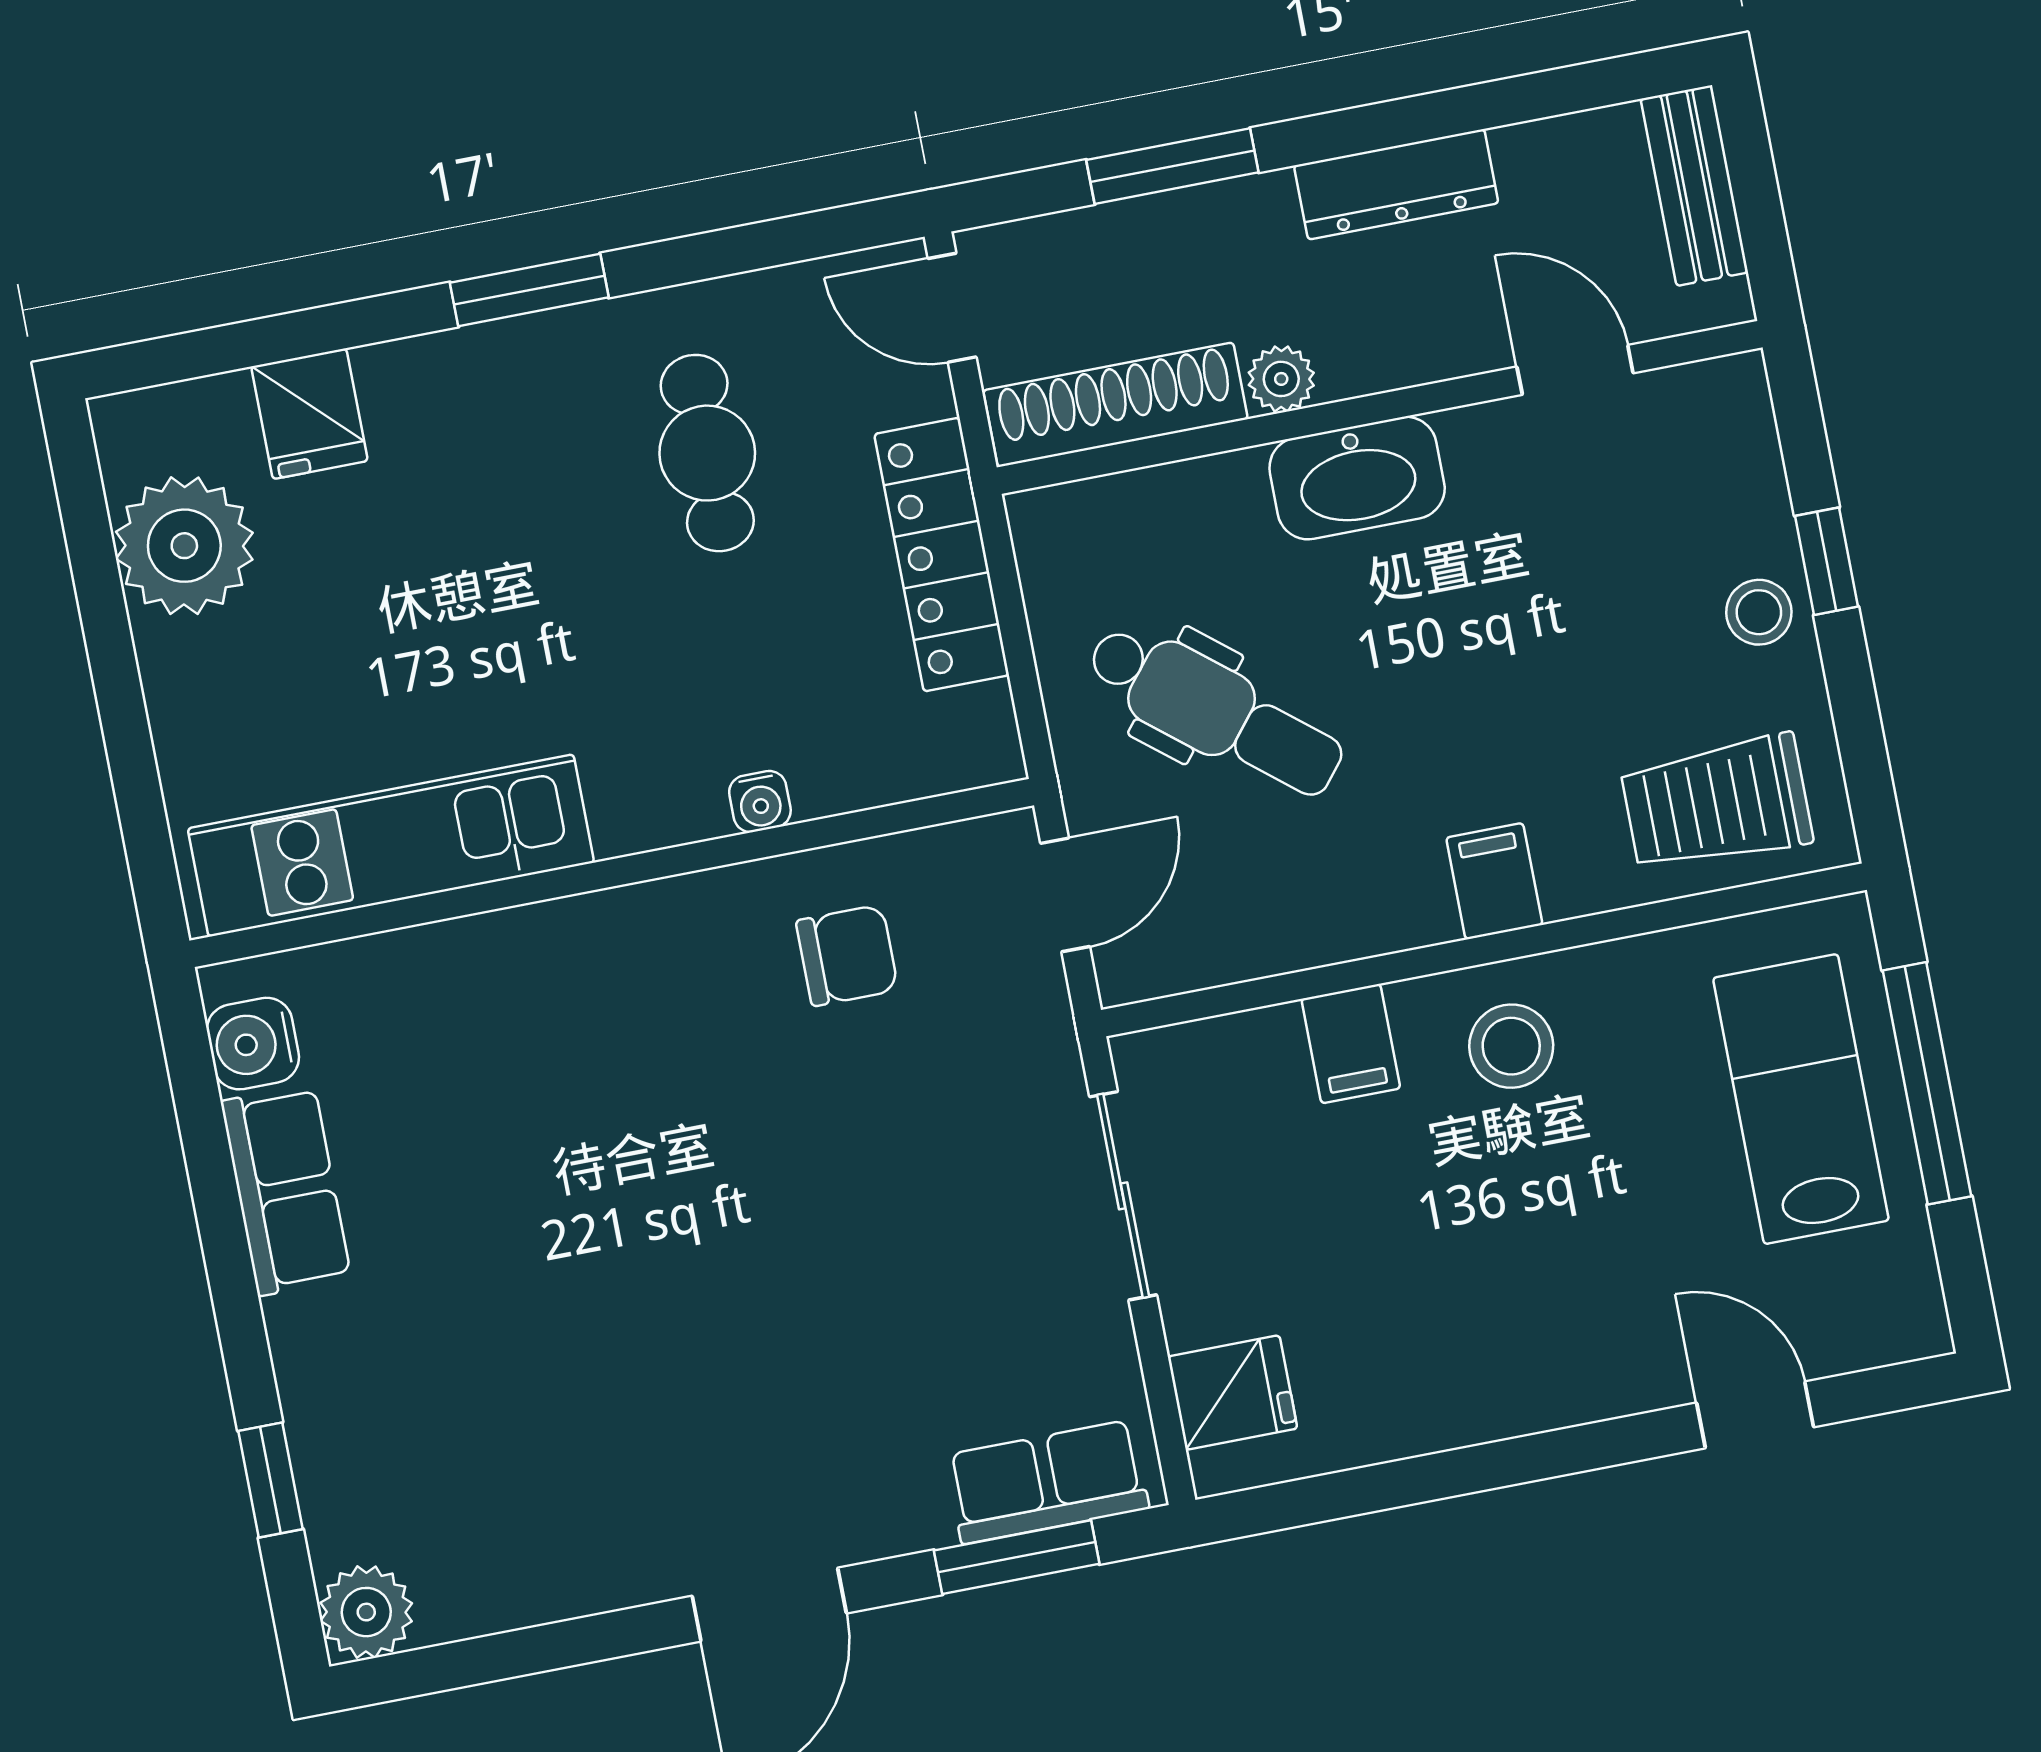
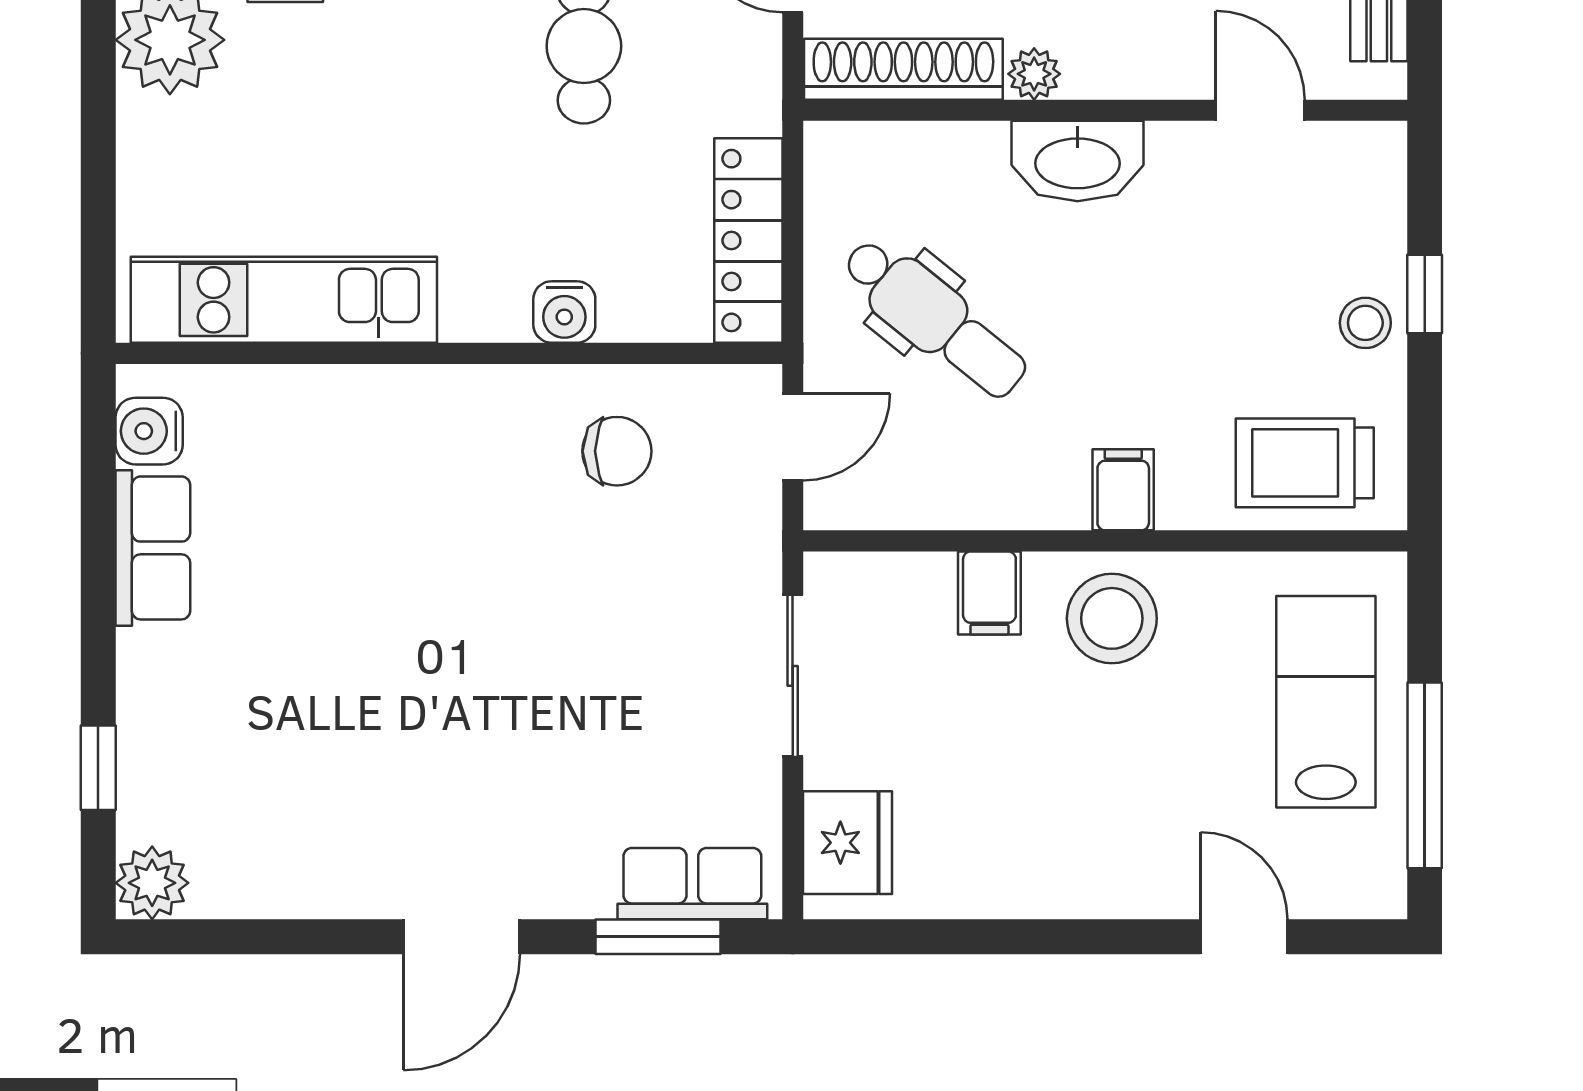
locker: (942, 555) -> (748, 241), moved
water cooler: (760, 802) -> (564, 312), width x1.38, depth x1.38
stool: (1511, 1046) -> (1112, 618), width x1.38, depth x1.38
window: (1927, 1083) -> (1425, 775), moved
fridge: (1233, 1393) -> (847, 843), width x1.38

